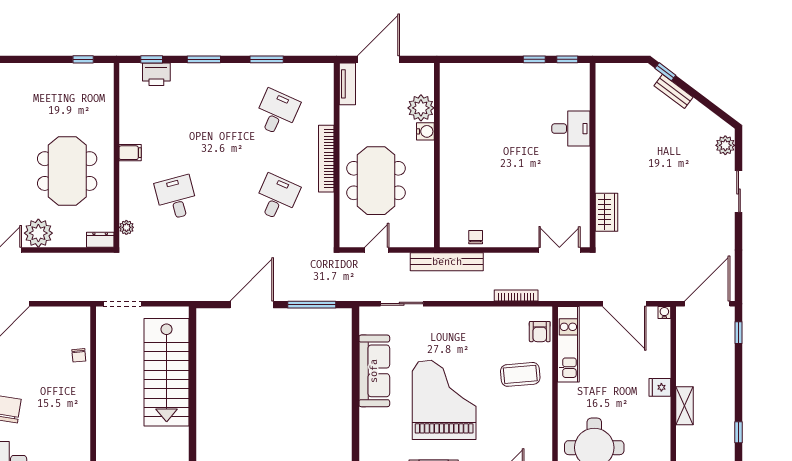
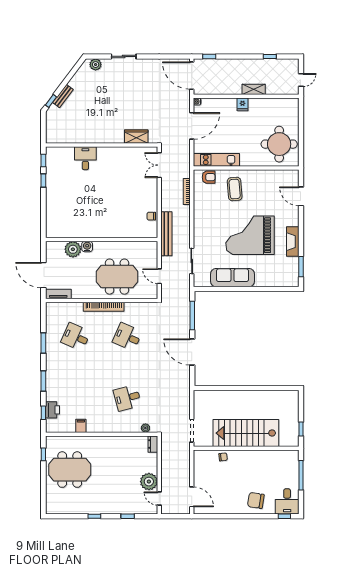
filing cabinet: (130, 153) -> (81, 426), moved
meeting table: (67, 171) -> (70, 470), moved
stairs: (167, 372) -> (246, 433), moved, turned 180

